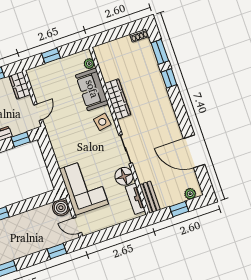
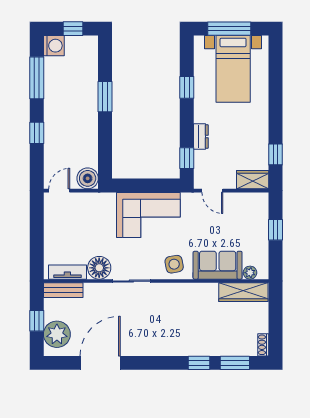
wardrobe: (118, 99) -> (243, 292), moved
corner sofa: (84, 187) -> (148, 215), moved
plant: (190, 194) -> (57, 334), width x1.88, depth x1.88
window: (57, 251) -> (37, 133), moved

